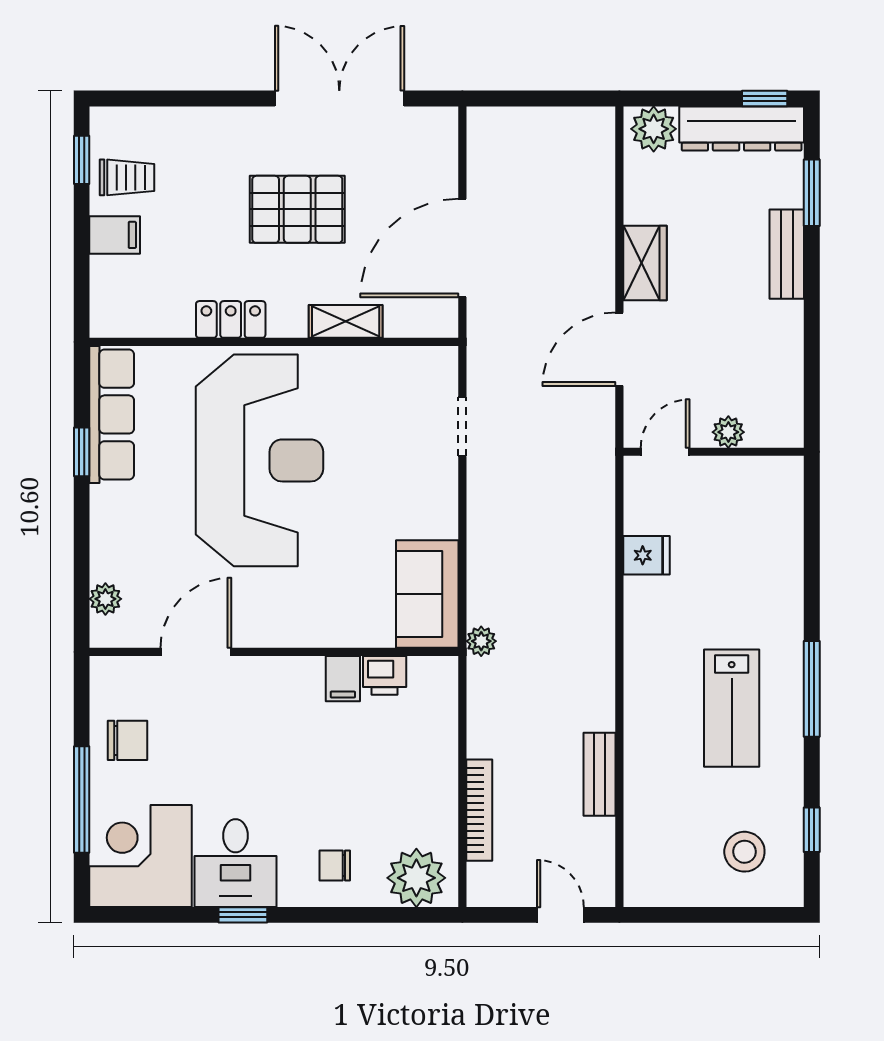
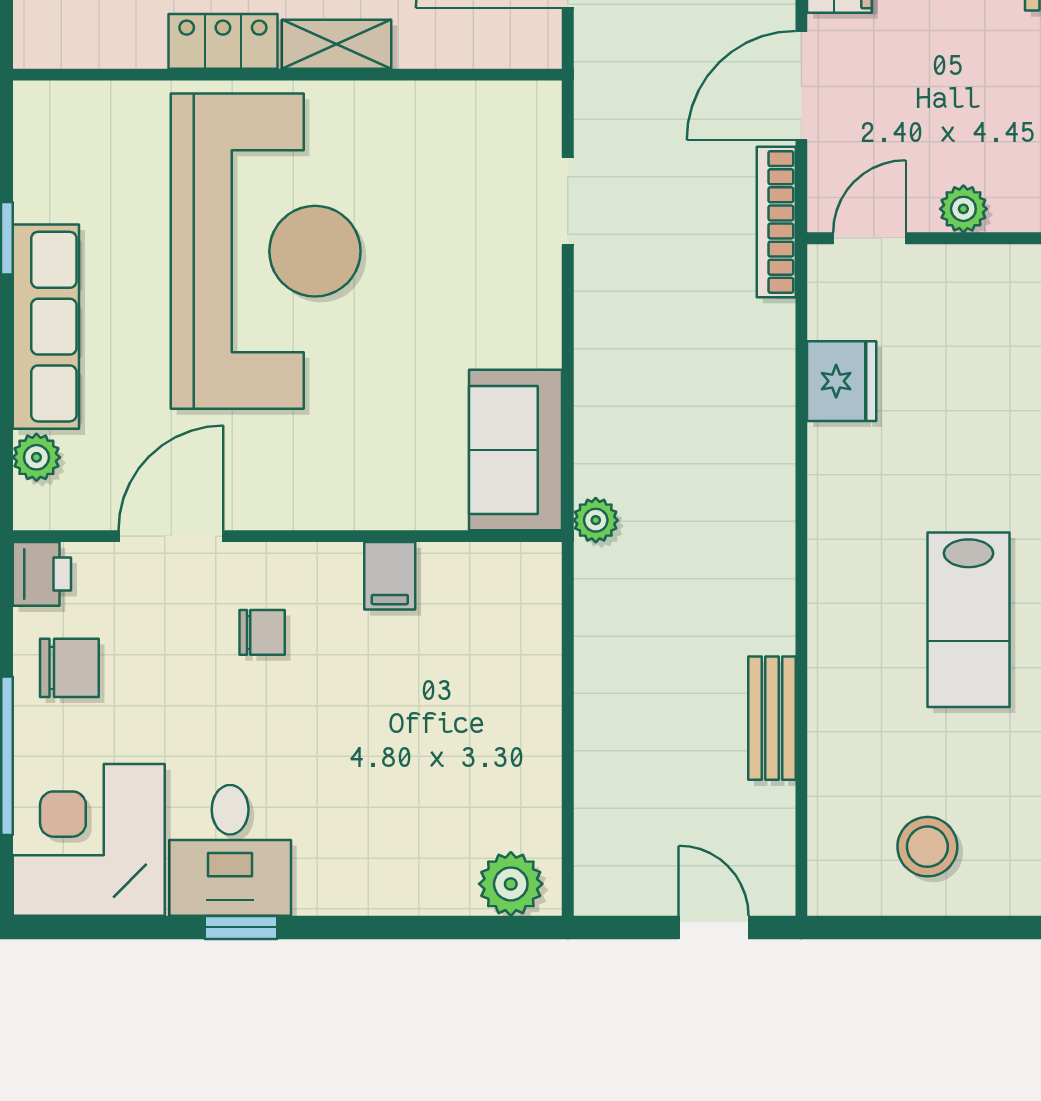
shelving: (346, 321) -> (337, 44), moved
row of seats: (112, 414) -> (46, 327), moved
fridge: (646, 555) -> (842, 381), width x1.38
printer: (385, 675) -> (42, 574), moved, turned -90
bookcase: (479, 810) -> (776, 222), moved, turned 180
stool: (744, 852) -> (927, 847), moved
chair: (335, 865) -> (262, 632), moved, turned 180
plant: (416, 878) -> (511, 884), width x0.73, depth x0.73

